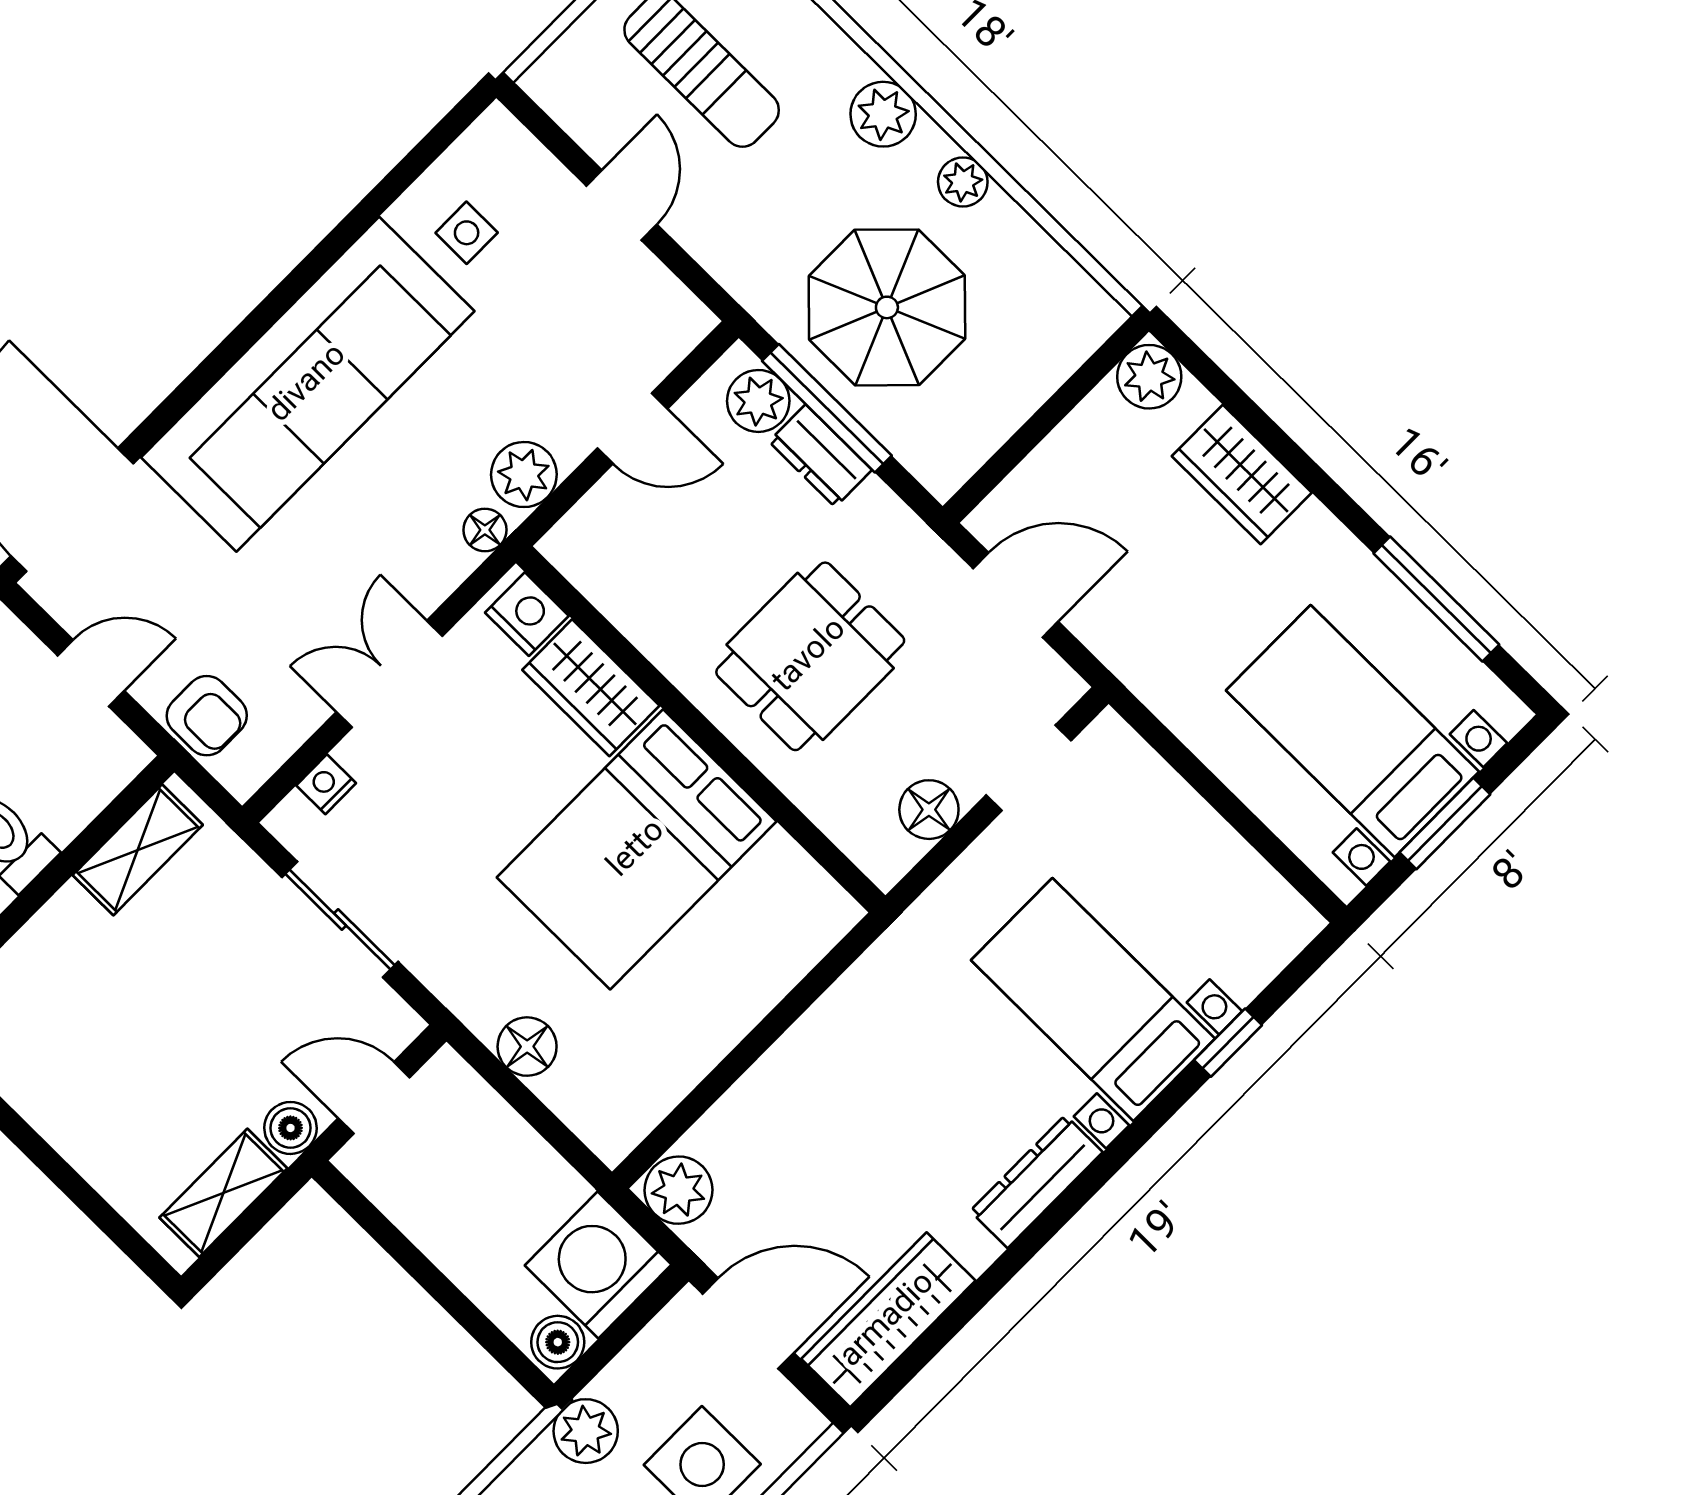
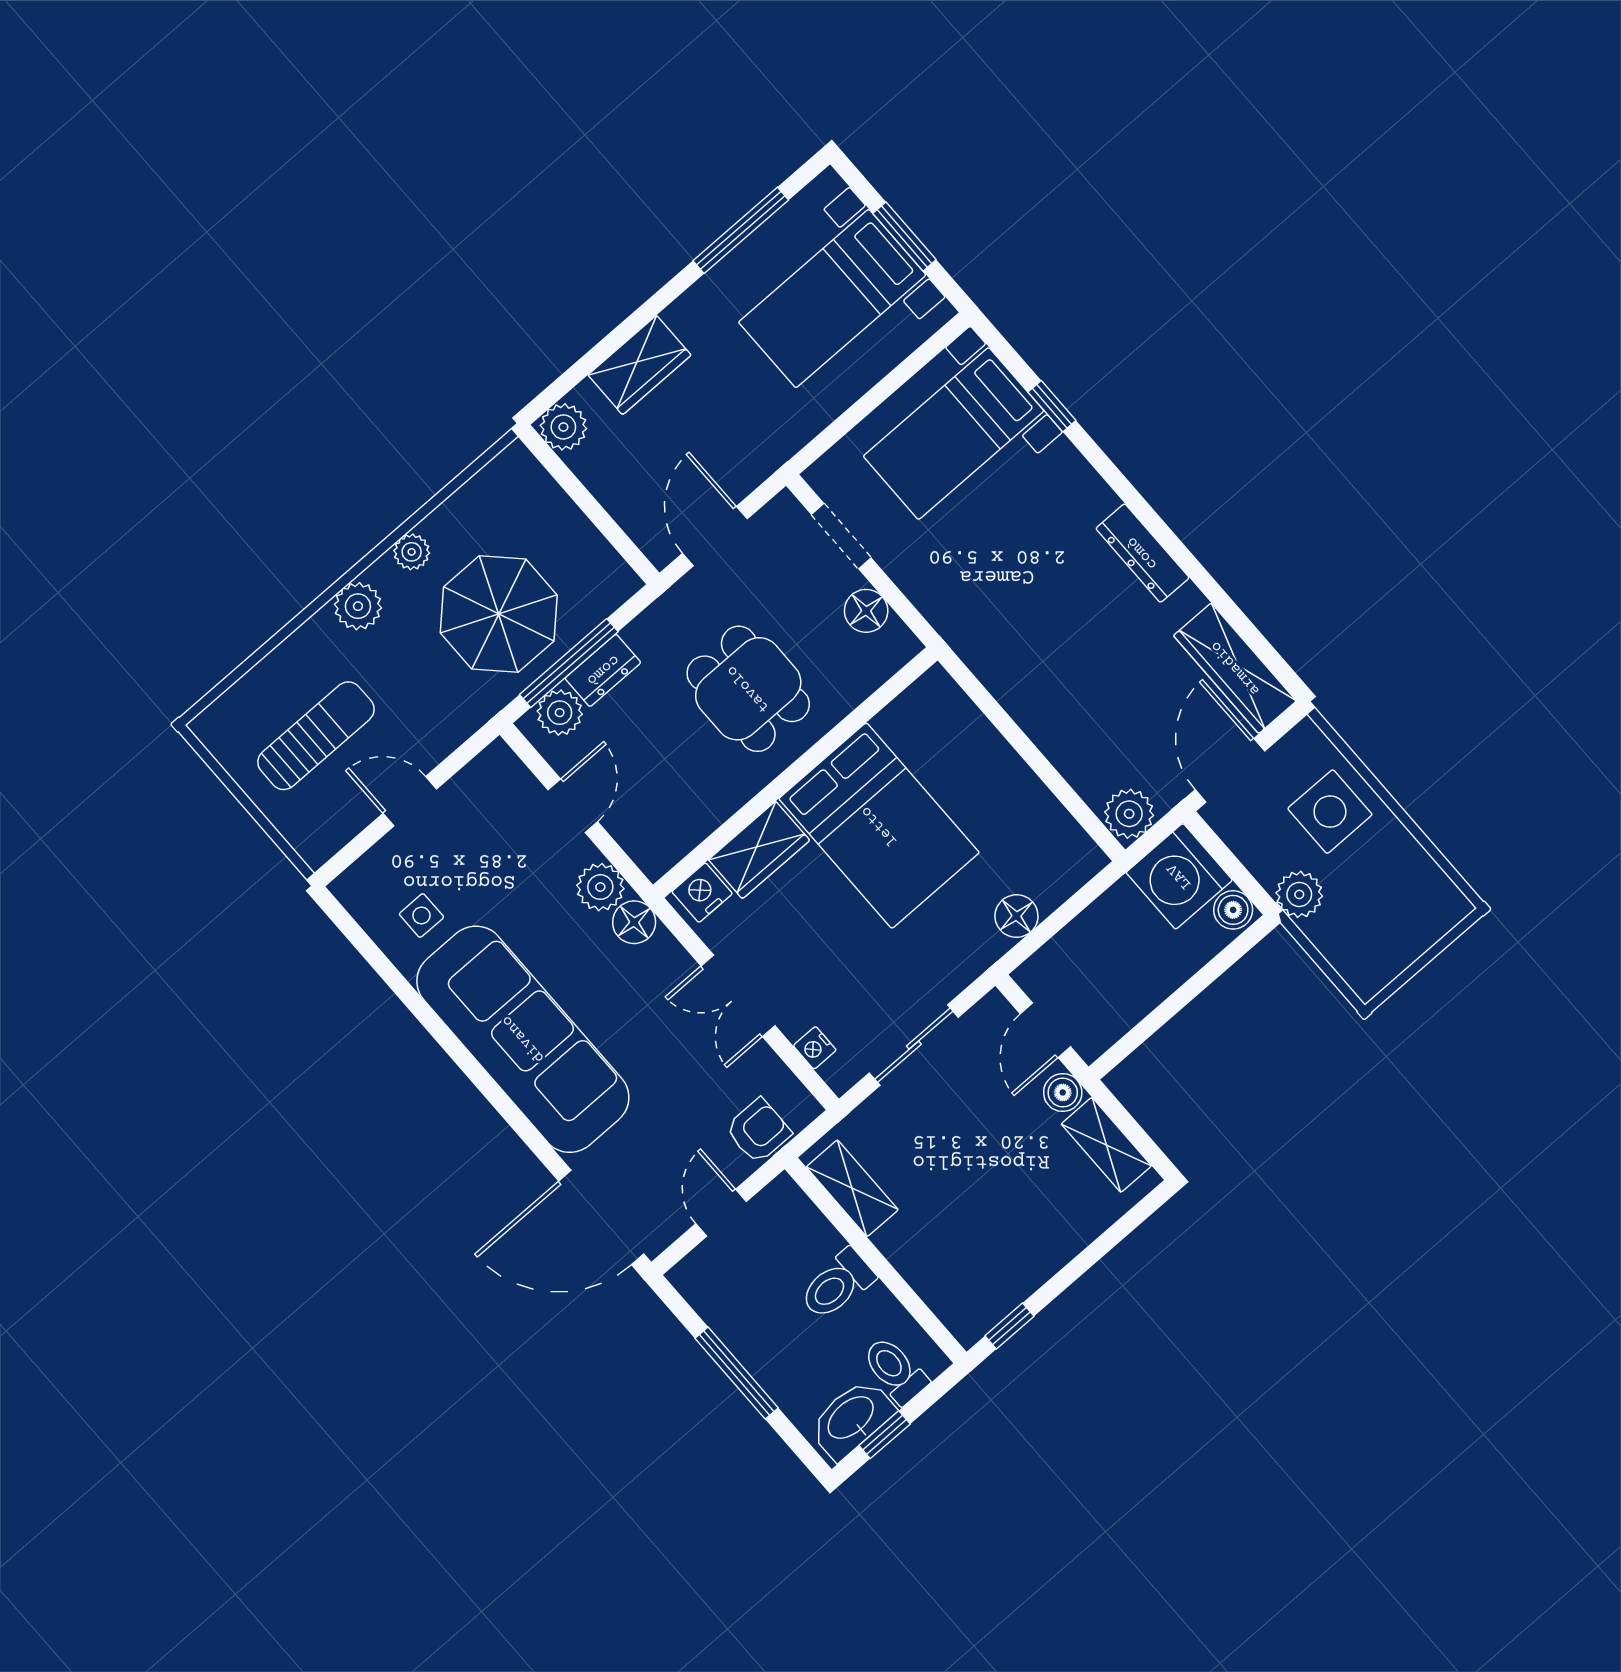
floor lamp: (485, 530) -> (634, 922), width x1.37, depth x1.37
bed with nightstands: (1093, 999) -> (954, 434), moved

